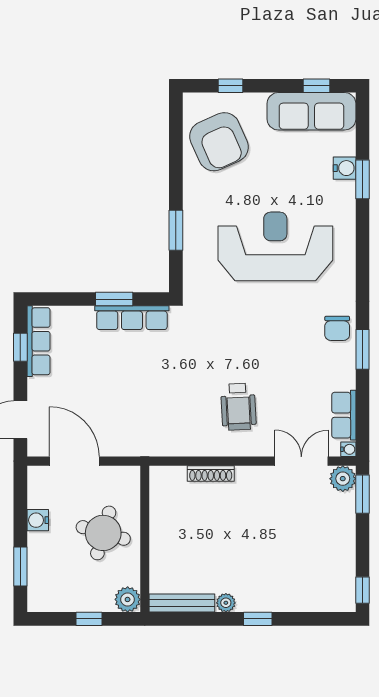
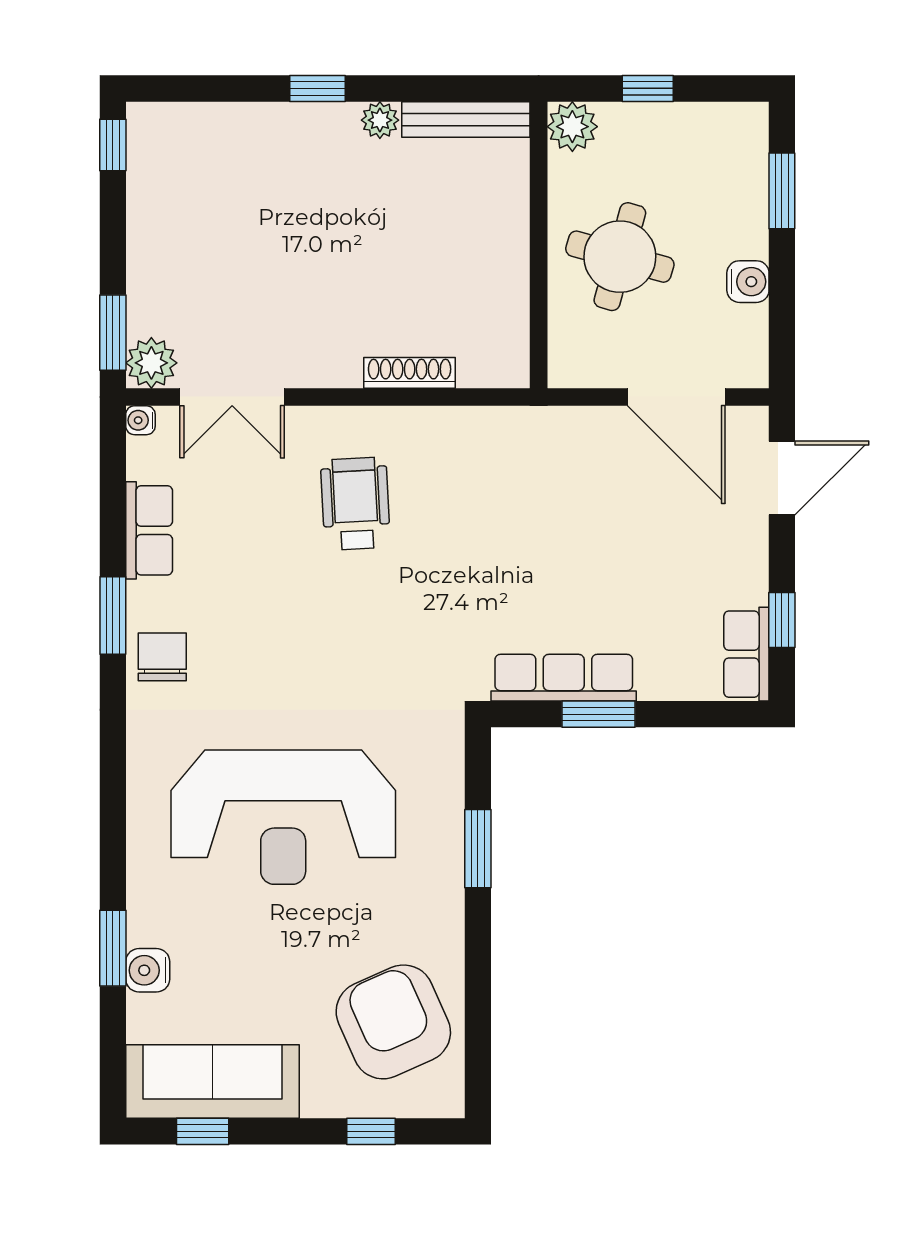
row of seats: (39, 341) -> (746, 654), width x0.68
row of seats: (344, 415) -> (149, 530), moved

